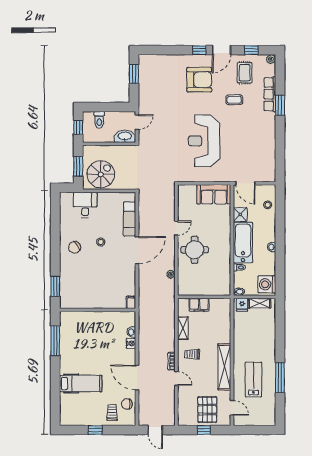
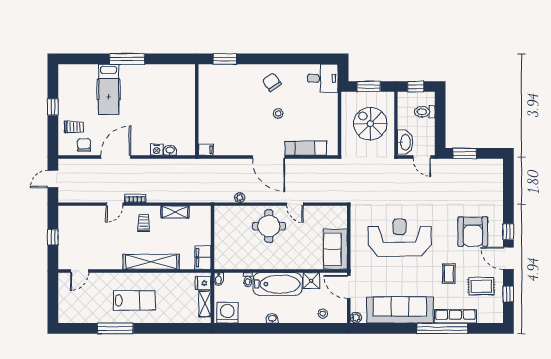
plant: (271, 59) -> (356, 318), moved
window: (134, 74) -> (465, 153), moved
window: (280, 105) -> (442, 328), width x2.11
sofa: (265, 140) -> (400, 310), added
spiral stairs: (101, 174) -> (370, 124), moved, turned 180
door: (245, 183) -> (349, 287), hinge flipped
desk: (85, 205) -> (323, 78), moved
filing cabinet: (199, 305) -> (203, 258), moved
window: (55, 341) -> (127, 59), moved
shelving: (224, 367) -> (151, 262), moved
lab bench: (253, 379) -> (135, 300), moved
pallet: (207, 410) -> (77, 241), removed

